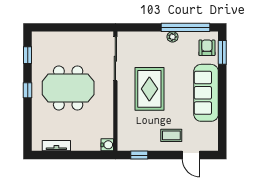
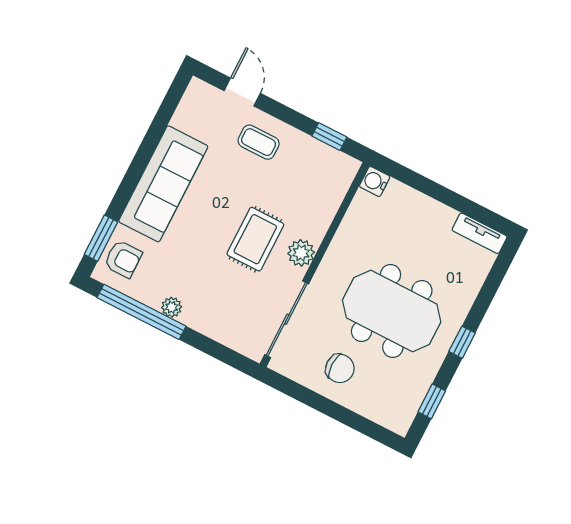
armchair: (207, 48) -> (123, 259), turned -90
chair: (79, 49) -> (340, 368), added
rug: (149, 89) -> (255, 239), width x0.73, depth x0.70
plant: (125, 93) -> (301, 253), added
tv unit: (56, 146) -> (480, 233), moved

